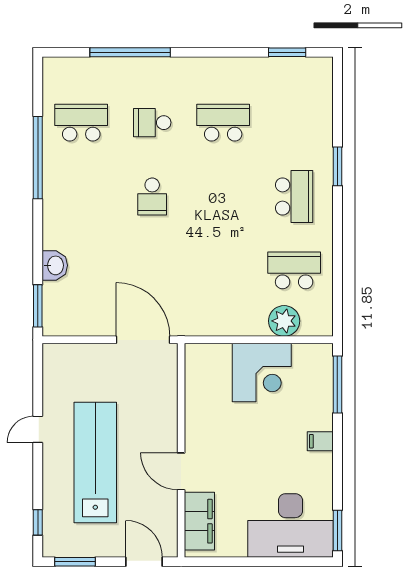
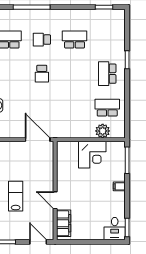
school desk: (294, 197) -> (107, 74), turned 180
lab bench: (95, 462) -> (16, 196), width x0.54, depth x0.72
desk: (290, 525) -> (115, 229), width x0.53, depth x0.77

